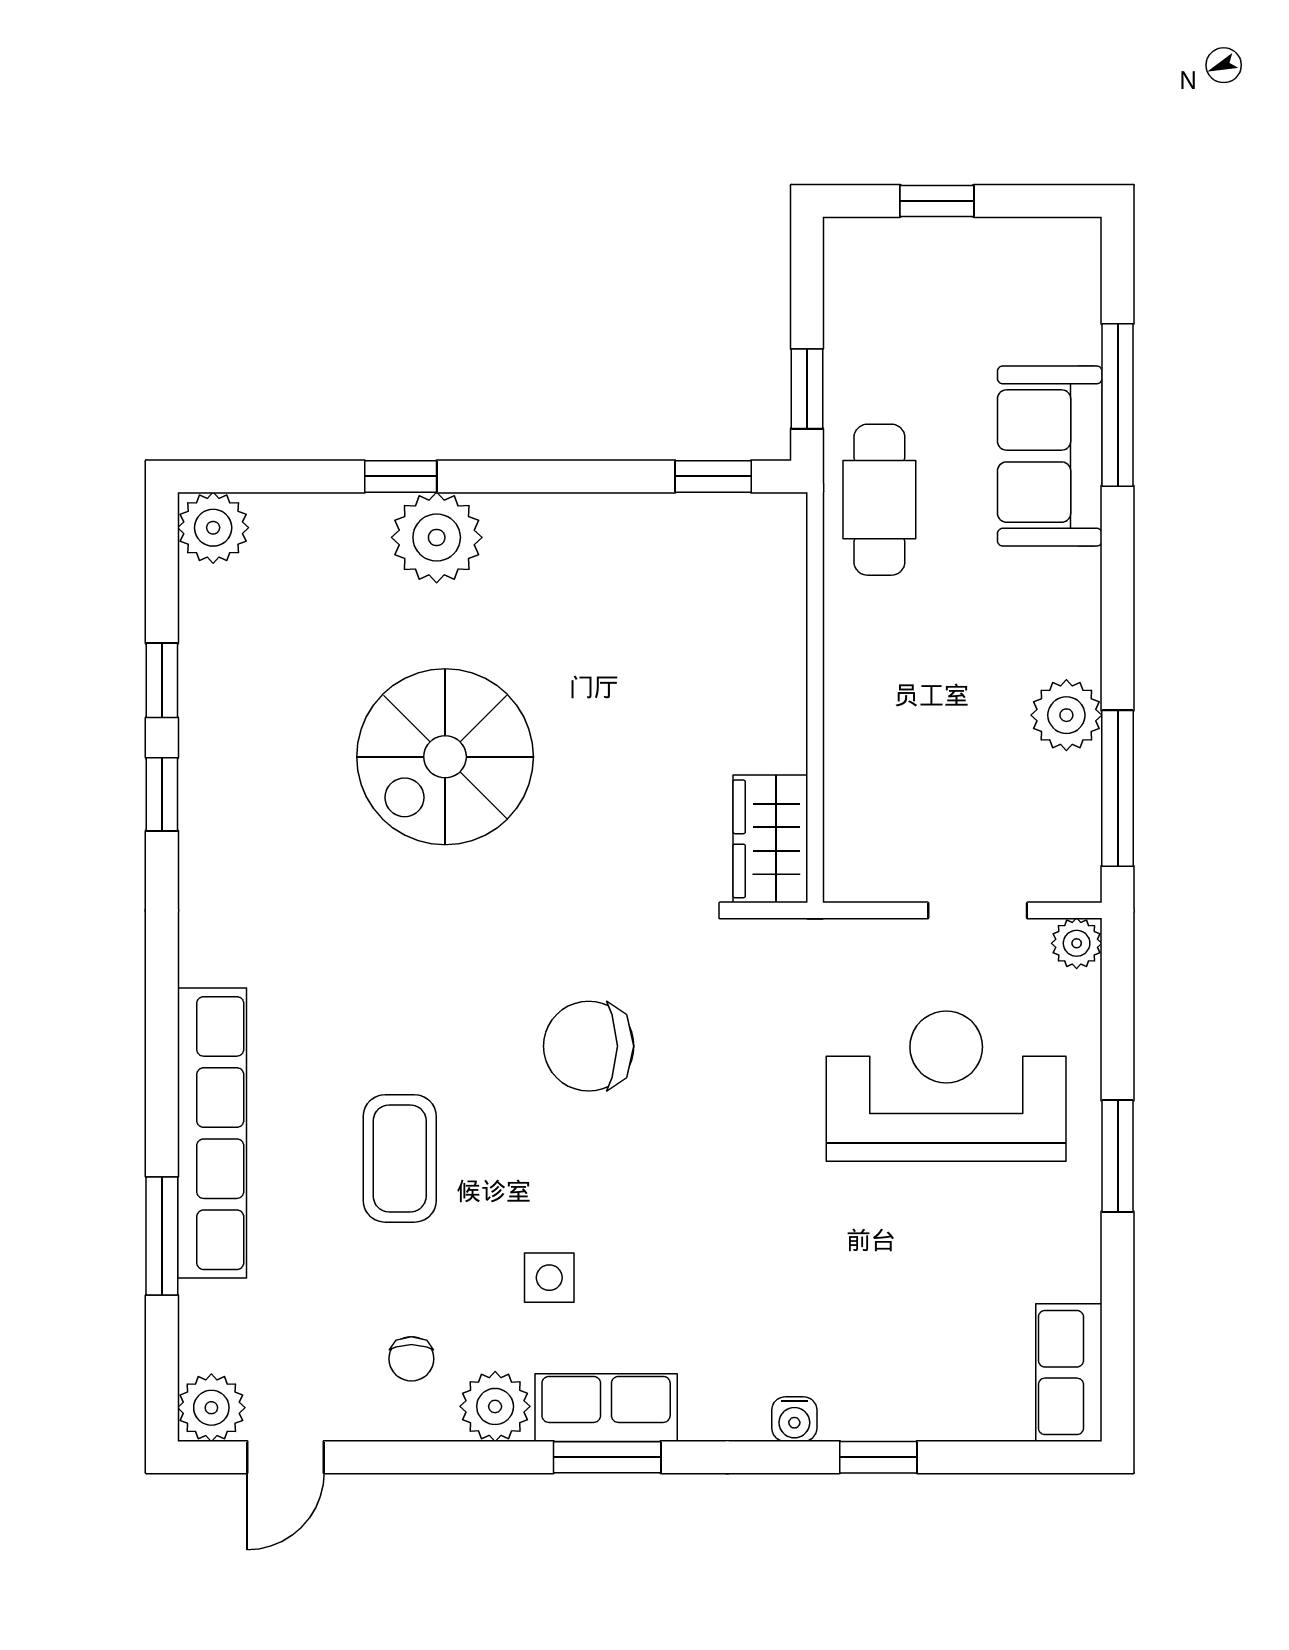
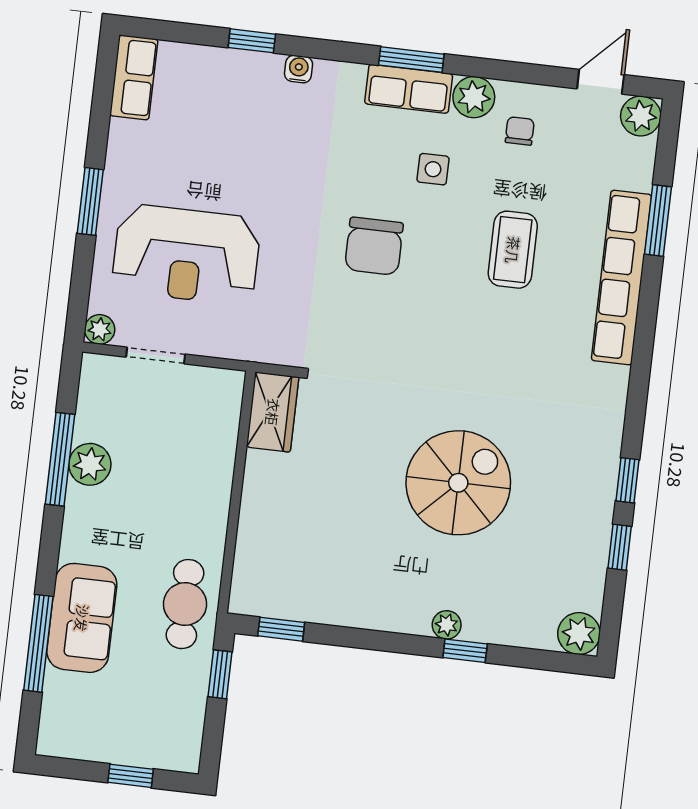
plant: (437, 537) -> (447, 625), width x0.53, depth x0.53
window: (1118, 788) -> (60, 459), moved
chair: (589, 1046) -> (374, 246), moved, turned 90

